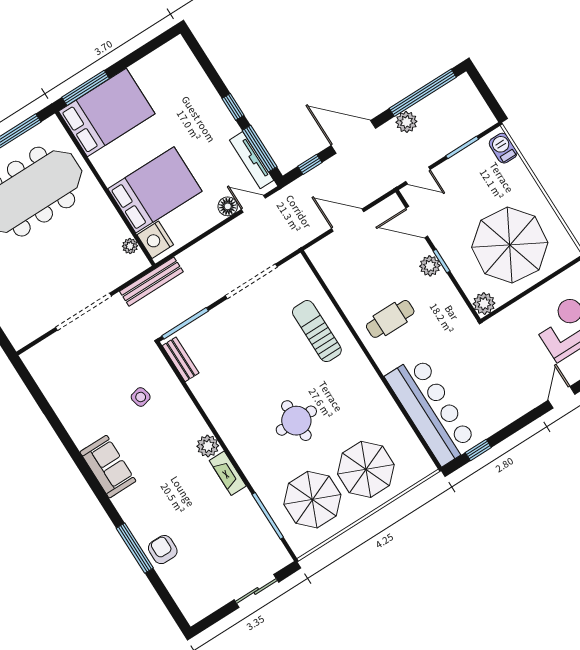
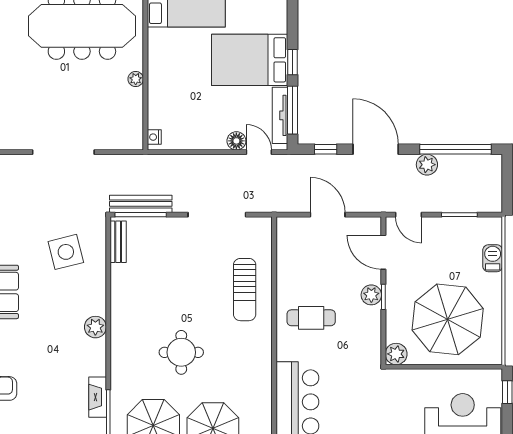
barbecue: (503, 148) -> (493, 258), moved
bed: (155, 190) -> (250, 60), moved, turned 180
nightstand: (155, 240) -> (154, 137), width x0.53, depth x0.56
plant: (130, 246) -> (136, 79), moved
bench: (151, 282) -> (141, 204), moved
sun lounger: (317, 331) -> (245, 290), turned 180
side table: (141, 397) -> (66, 252), width x1.87, depth x1.87
fireplace: (228, 473) -> (98, 397), moved

